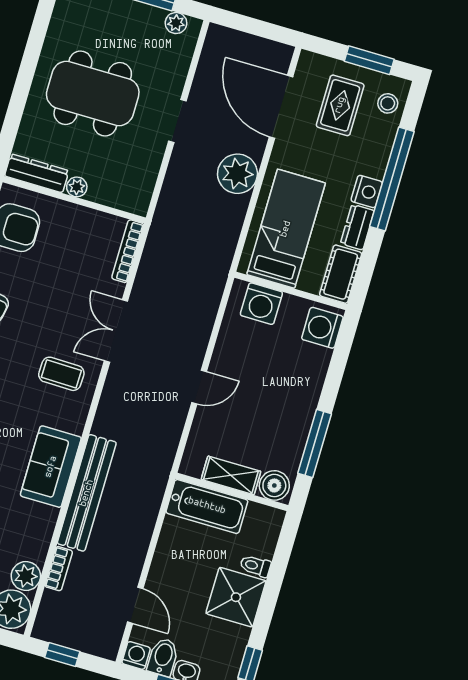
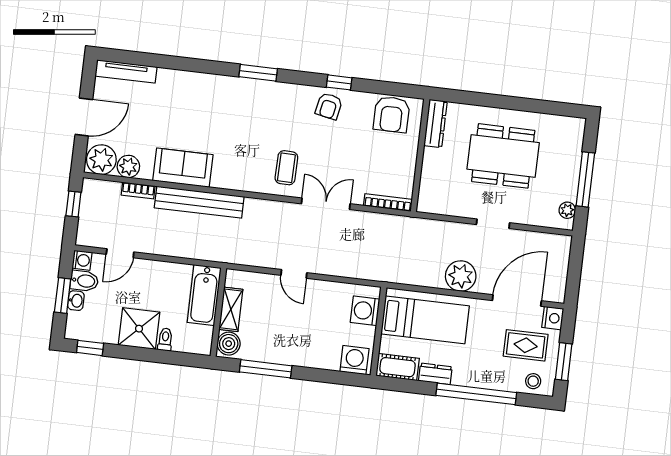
dining table: (93, 93) -> (503, 156), turned 90
plant: (77, 187) -> (430, 156), removed
nightstand: (367, 192) -> (553, 318), moved, turned -90
sofa: (51, 467) -> (183, 168), moved

